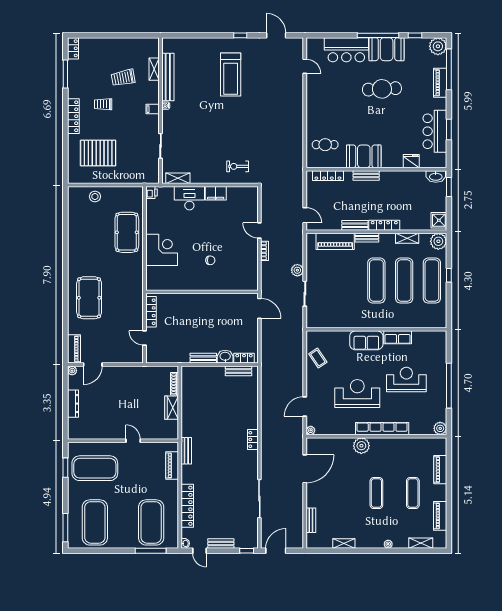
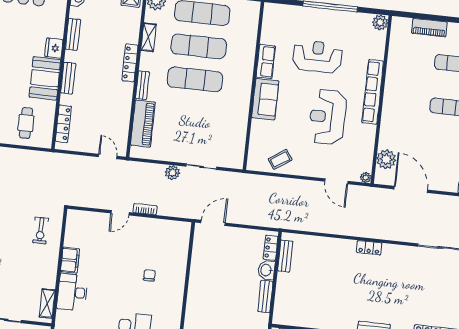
fridge: (411, 161) -> (54, 48), moved
door: (305, 215) -> (108, 156), hinge flipped
bench: (355, 225) -> (73, 34), moved
reception desk: (406, 380) -> (317, 57), turned 90
plant: (361, 446) -> (386, 159), moved

